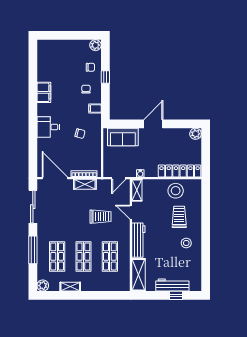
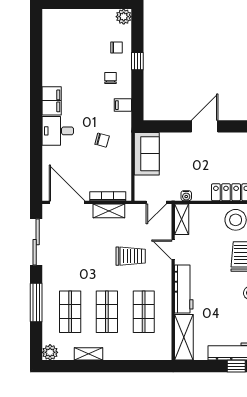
filing cabinet: (44, 92) -> (52, 101), moved
sofa: (123, 137) -> (147, 154), moved, turned -90

